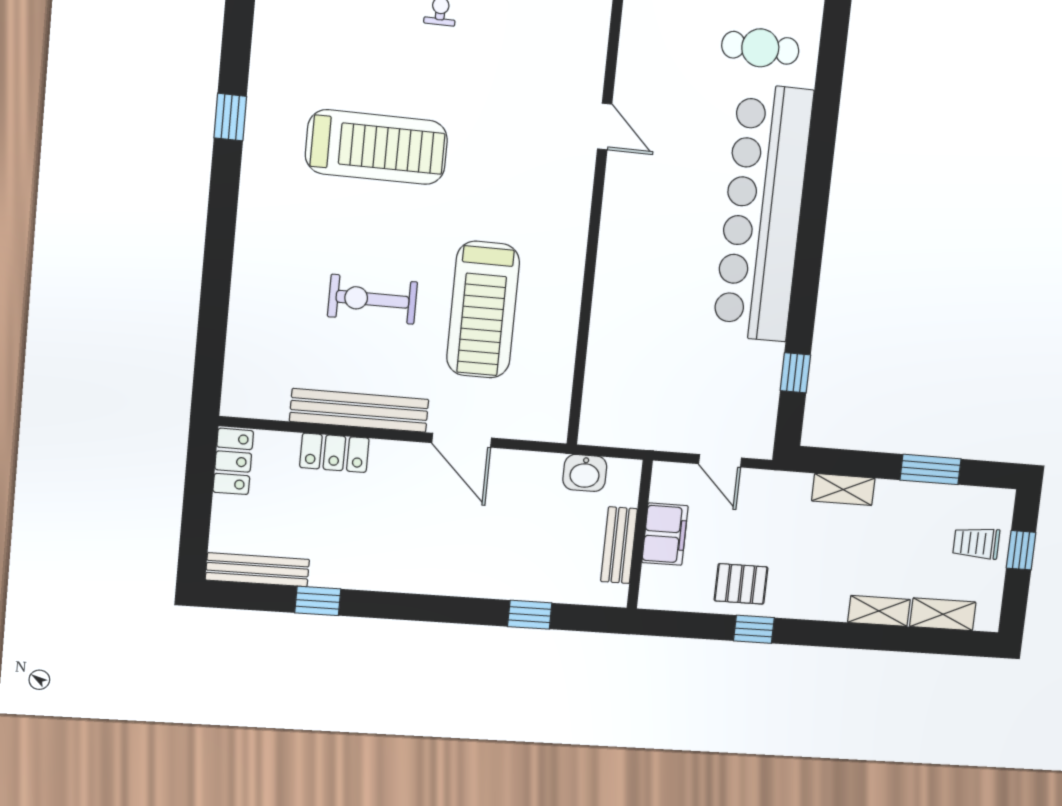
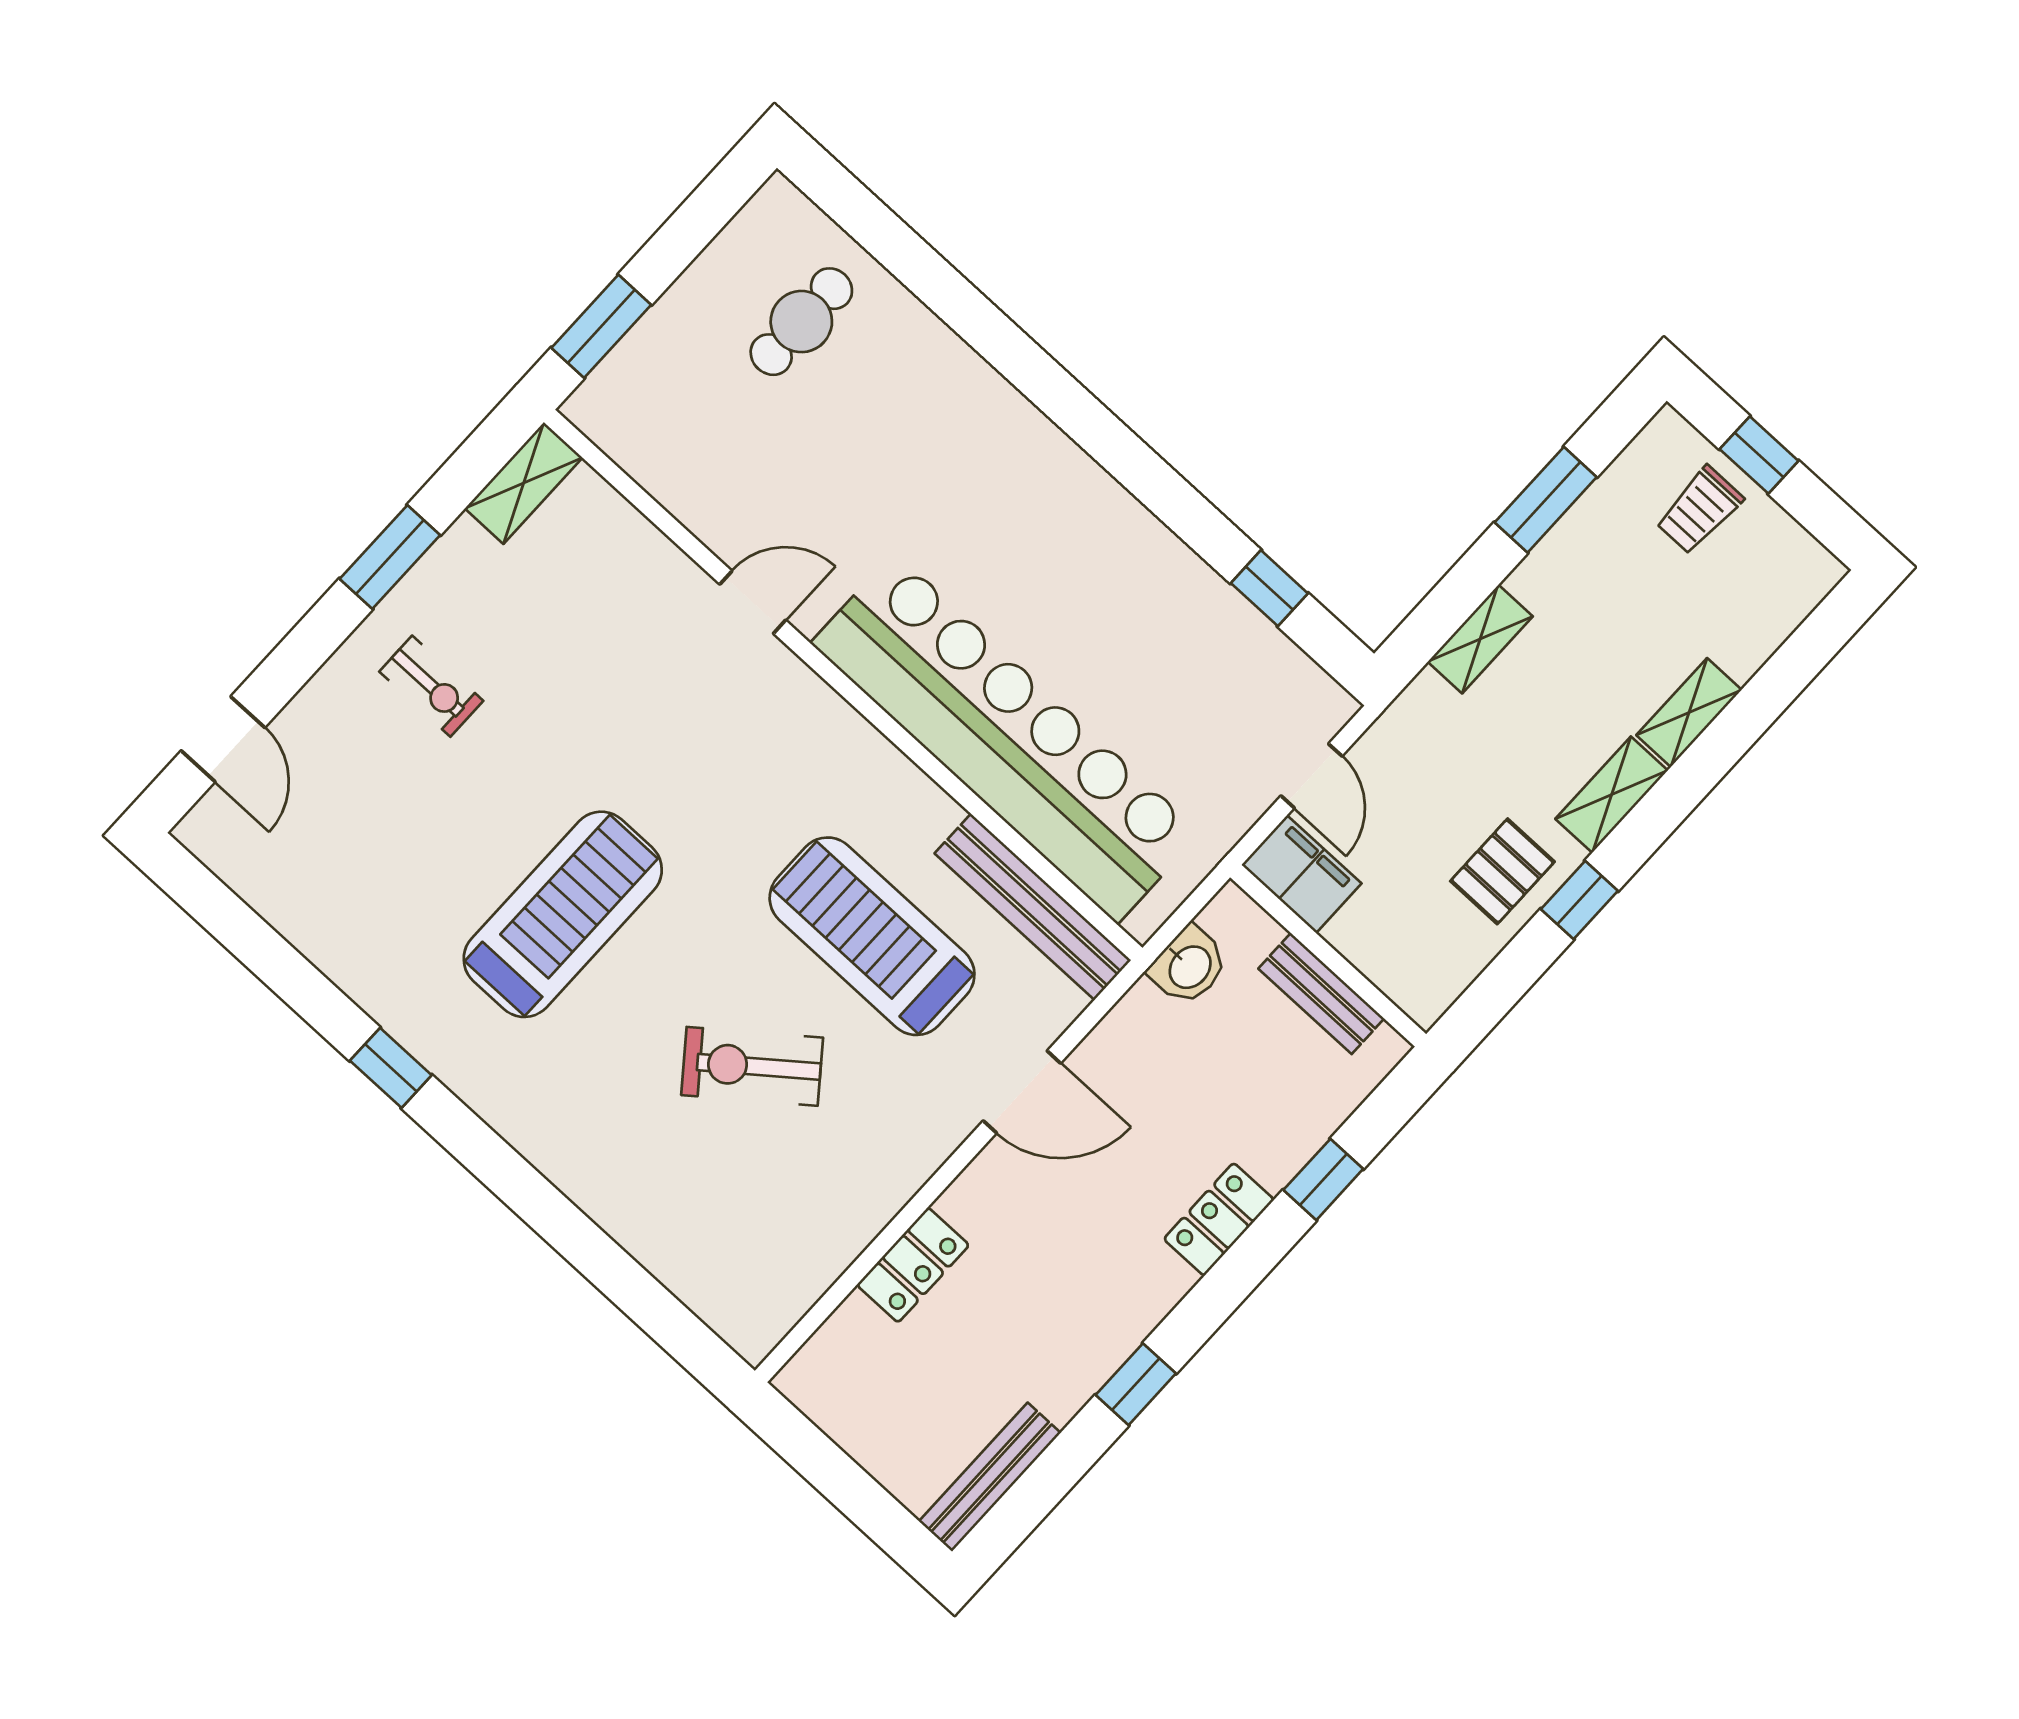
bar counter: (763, 213) -> (1006, 738), moved, turned 180
exercise bike: (373, 299) -> (752, 1066), turned 52
treadmill: (483, 310) -> (872, 936), turned 180
bench: (359, 410) -> (1033, 907), moved, turned 90
locker: (233, 461) -> (1219, 1219), moved, turned -90
door: (720, 461) -> (1311, 776), hinge flipped
filing cabinet: (665, 534) -> (1302, 874), moved
window: (318, 601) -> (1136, 1384), moved
shelving: (943, 614) -> (1612, 795), moved

